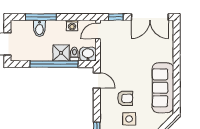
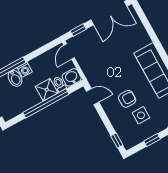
washing machine: (72, 26) -> (25, 70), moved

